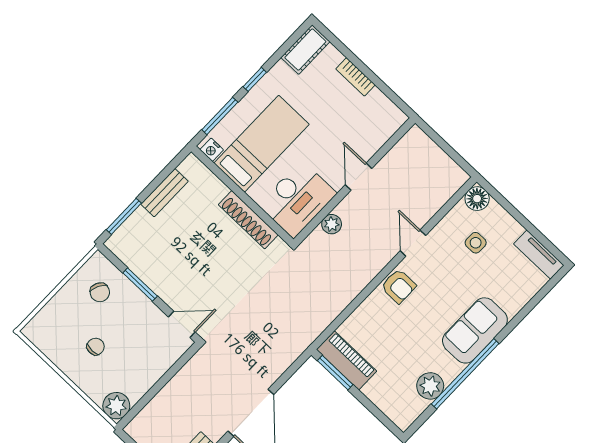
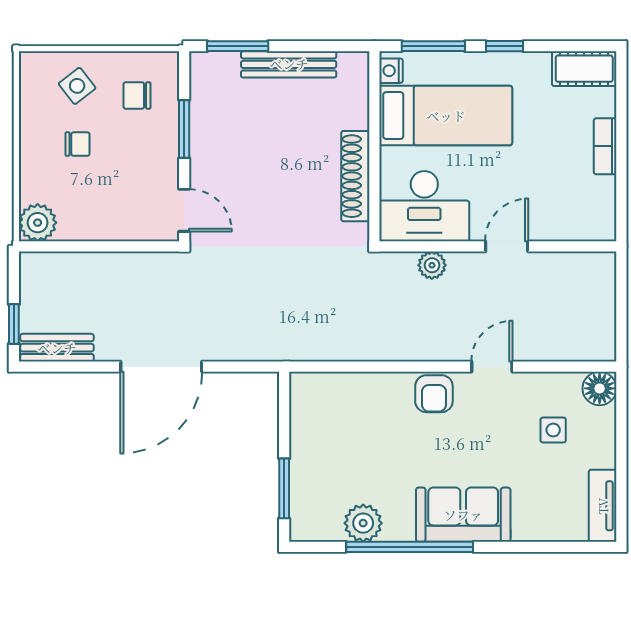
bench: (164, 193) -> (289, 64), width x1.36
chair: (100, 292) -> (137, 96), turned 63
side table: (65, 318) -> (77, 86), added
piano: (347, 360) -> (308, 413), removed
window: (335, 373) -> (284, 488), moved

